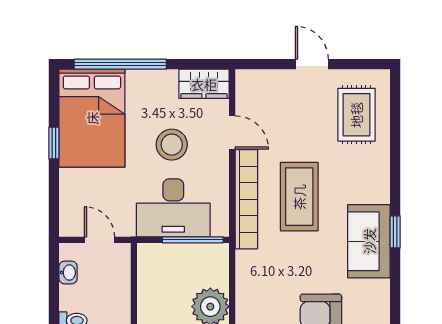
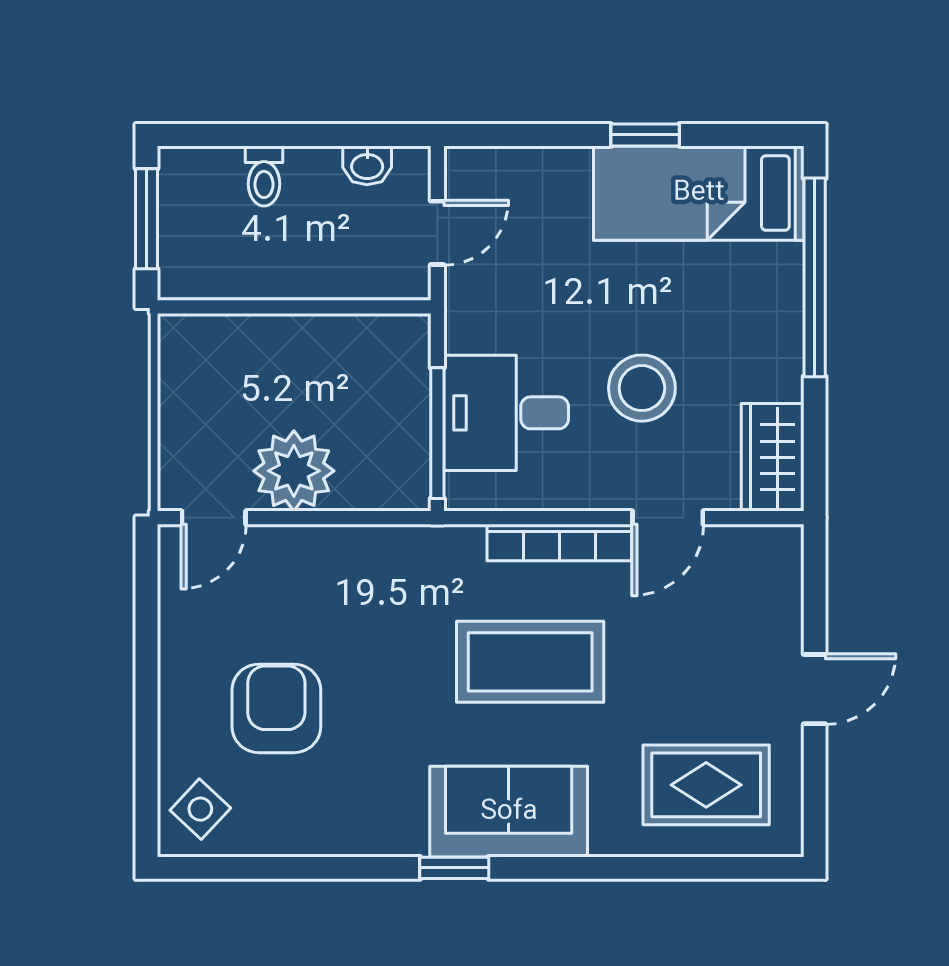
bed: (92, 118) -> (699, 193), width x0.67
bookcase: (246, 199) -> (559, 543), width x0.68, depth x0.76
desk: (173, 208) -> (506, 413), width x0.73
sofa: (369, 241) -> (509, 812), moved

